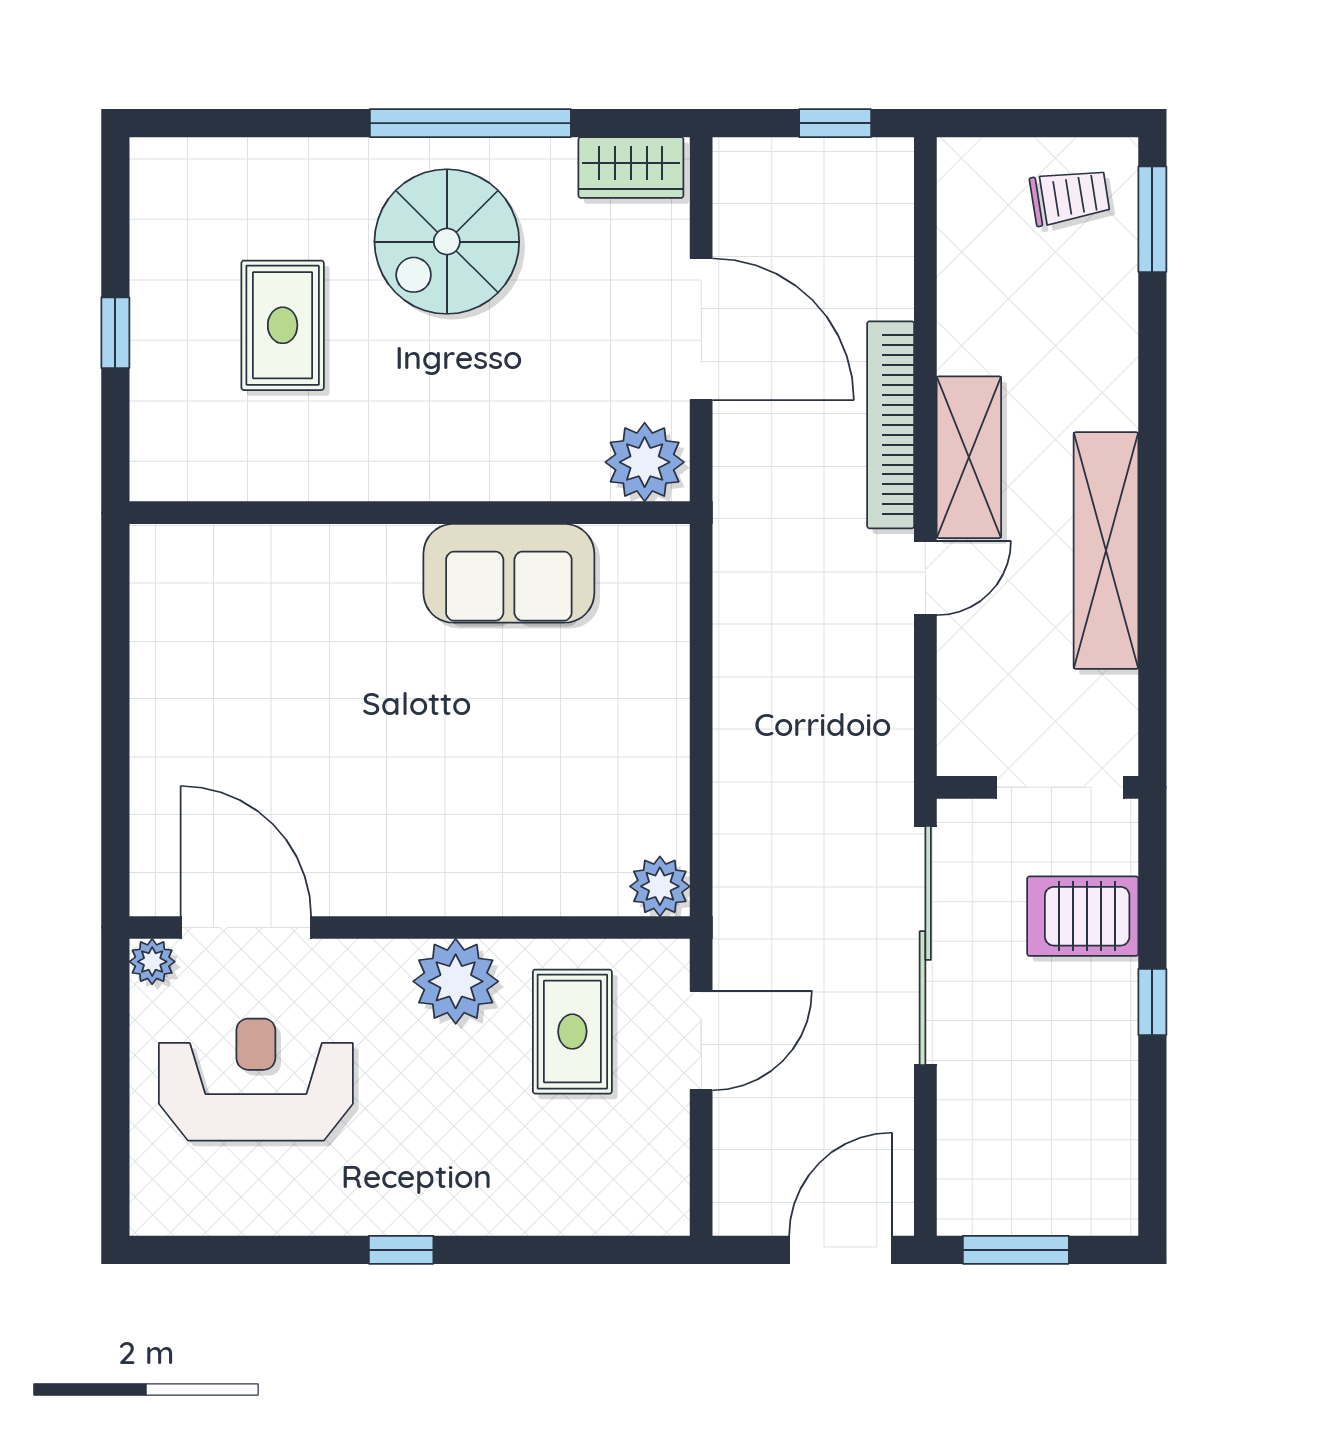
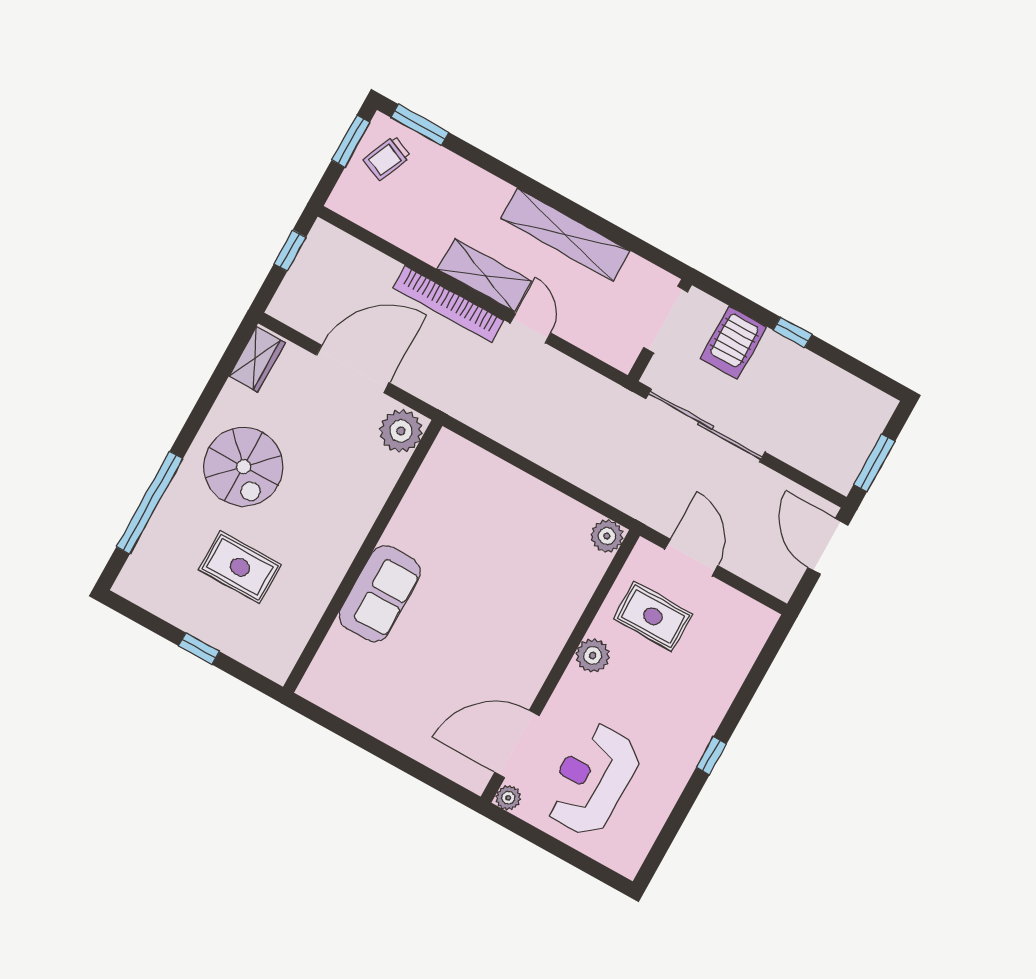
window: (470, 123) -> (150, 503), moved
window: (1064, 123) -> (351, 141), added
trolley: (1070, 197) -> (387, 158), turned -148
sofa: (509, 573) -> (380, 594), moved
plant: (456, 981) -> (593, 655), width x0.73, depth x0.73

